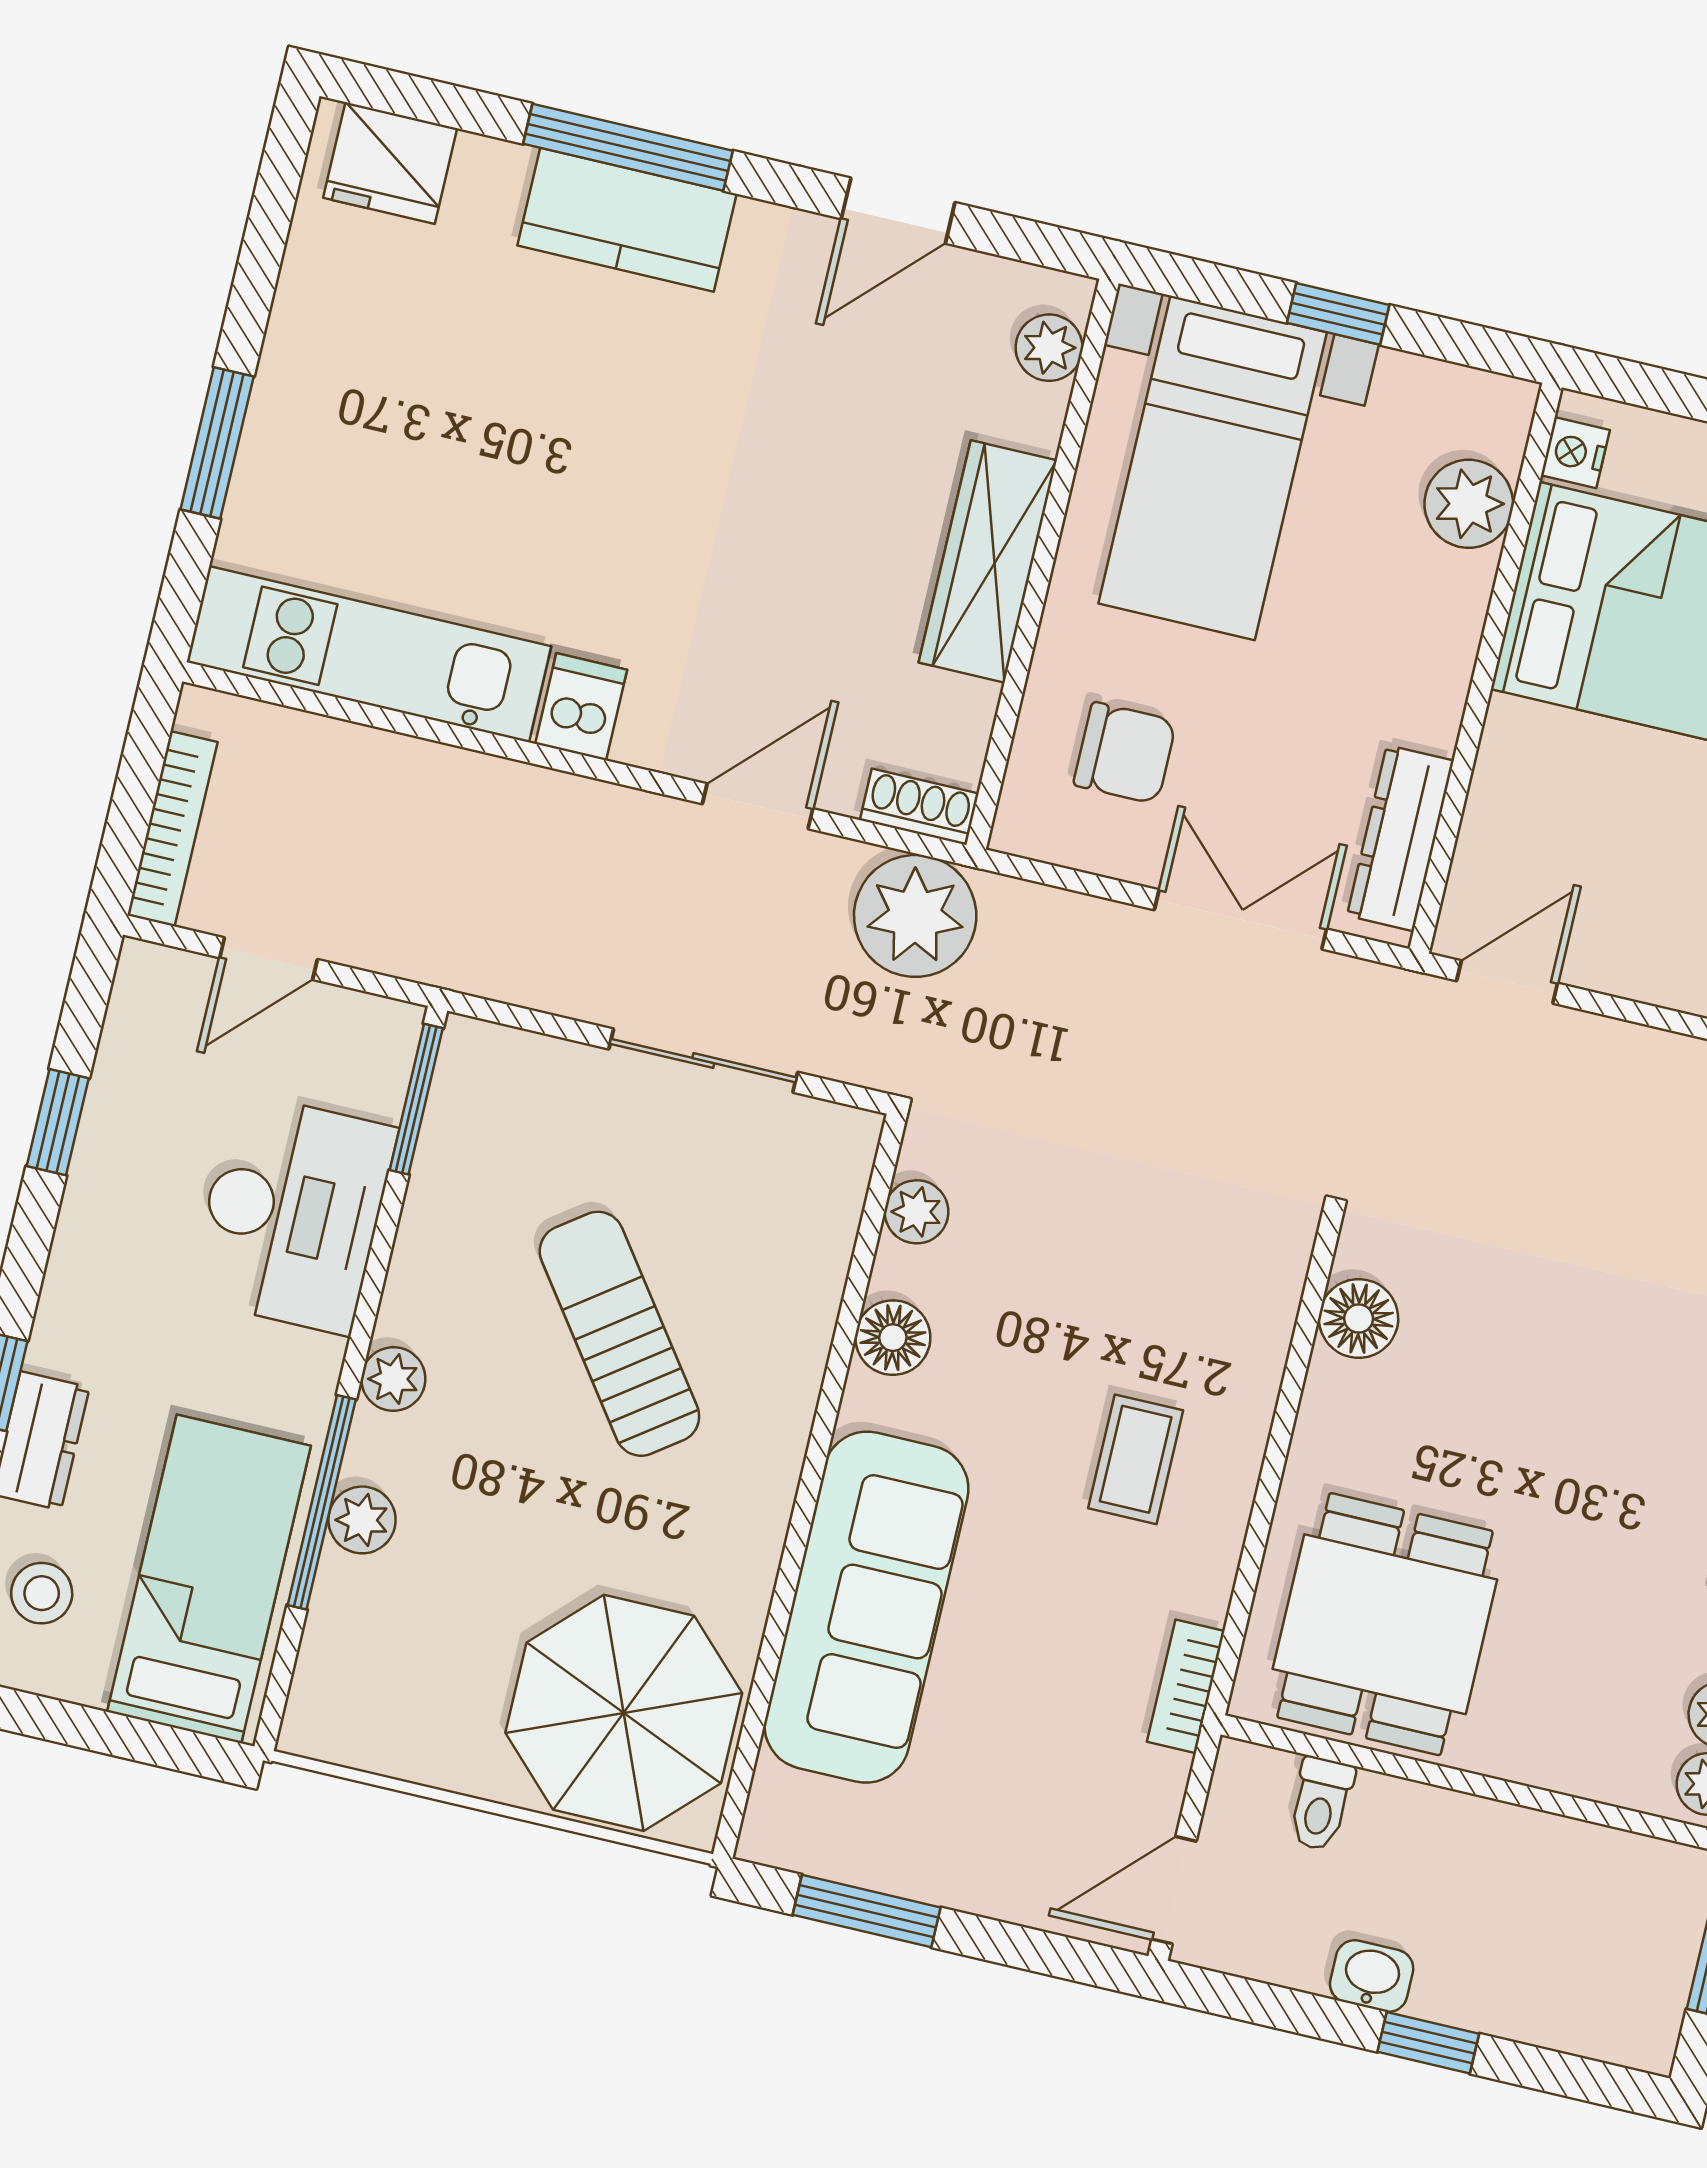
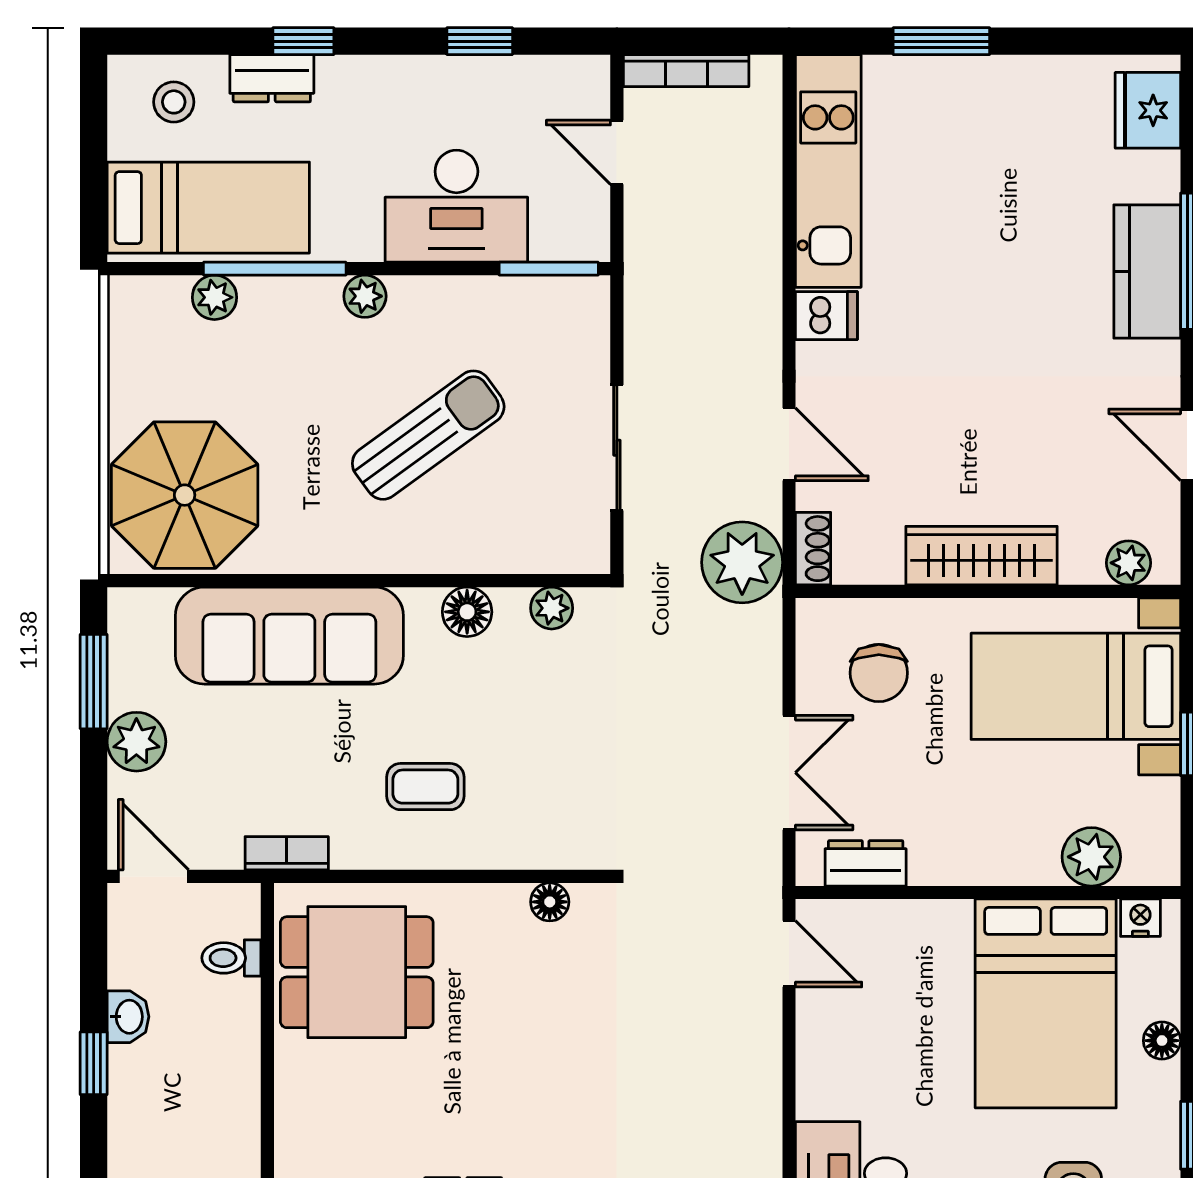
dresser: (1400, 838) -> (866, 863), width x0.70
floor lamp: (1359, 1319) -> (550, 902), width x0.73, depth x0.73
plant: (362, 1520) -> (214, 297), moved
plant: (970, 1869) -> (136, 742), added

